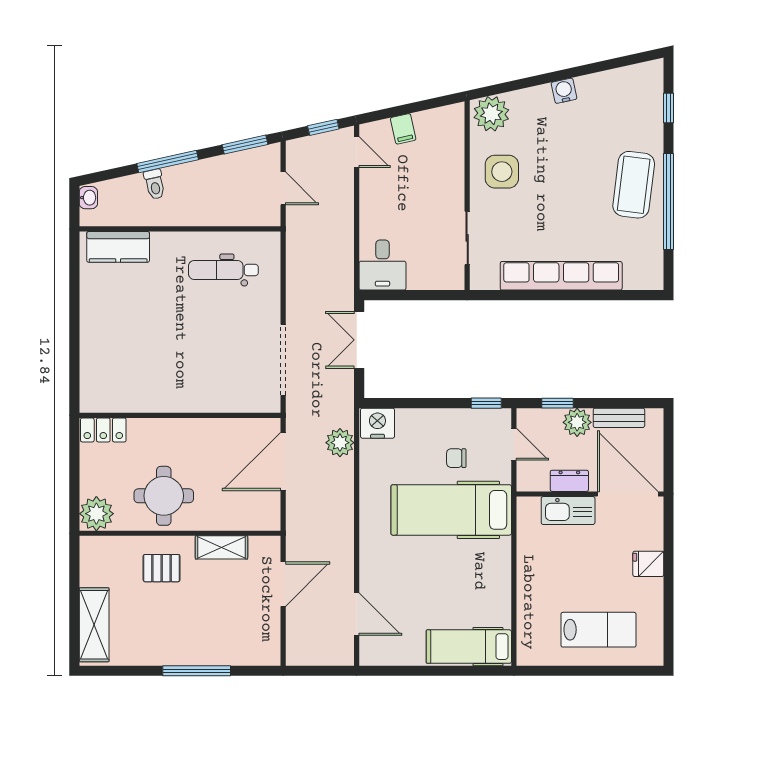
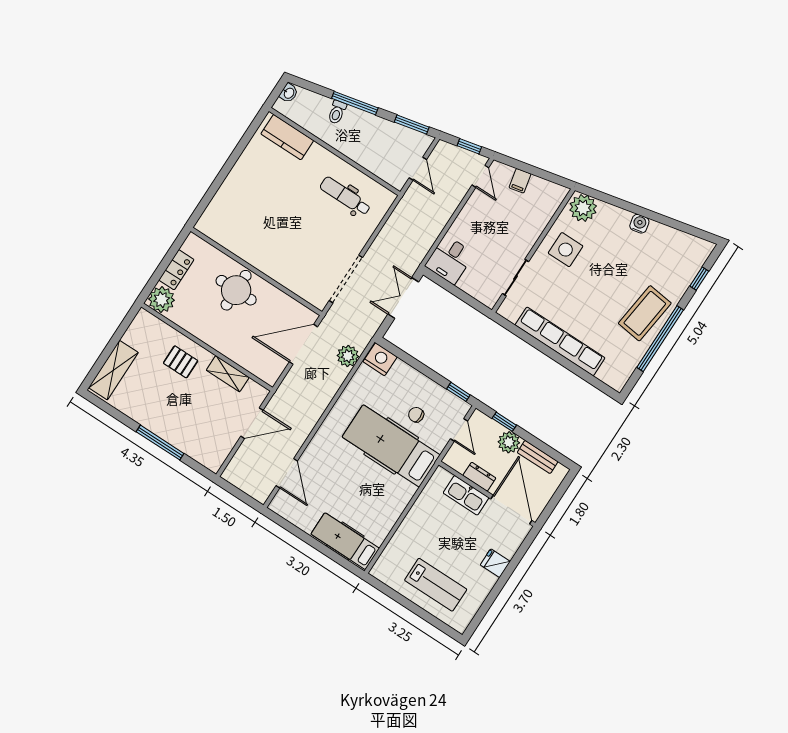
locker: (103, 430) -> (176, 270), moved, turned -90
round table: (164, 496) -> (236, 290), moved

